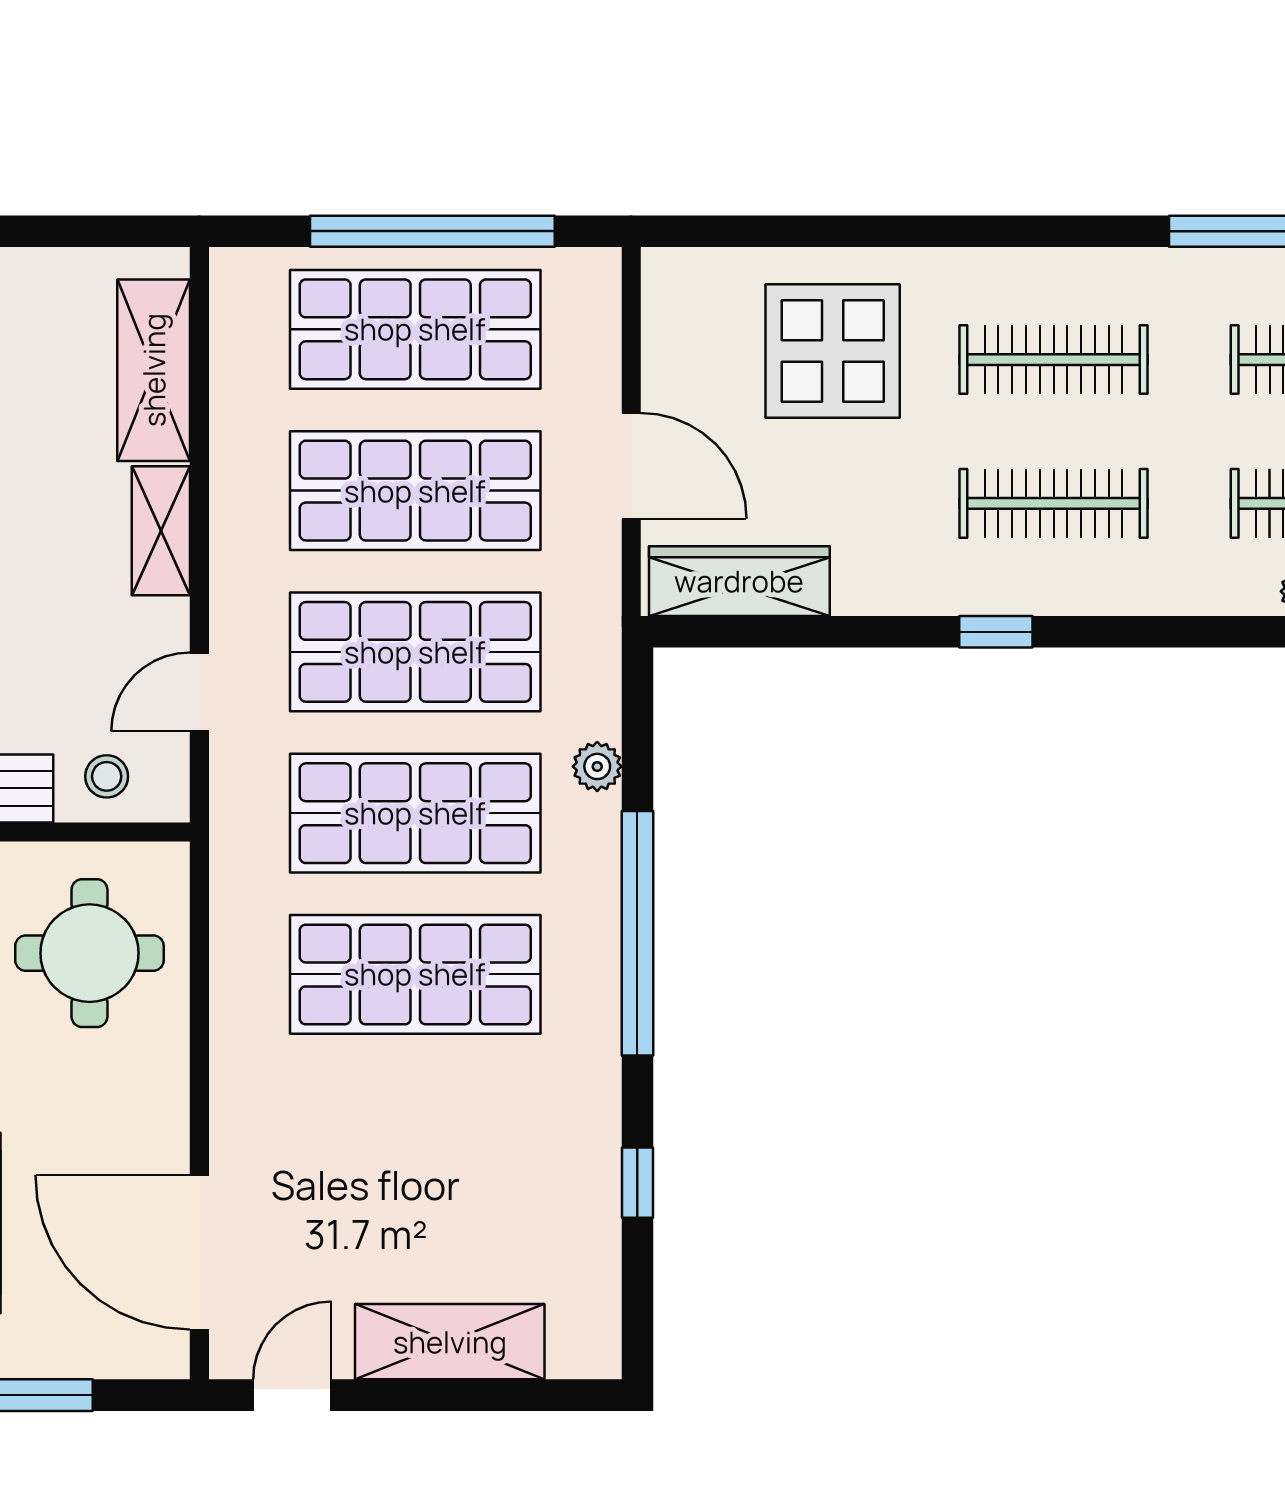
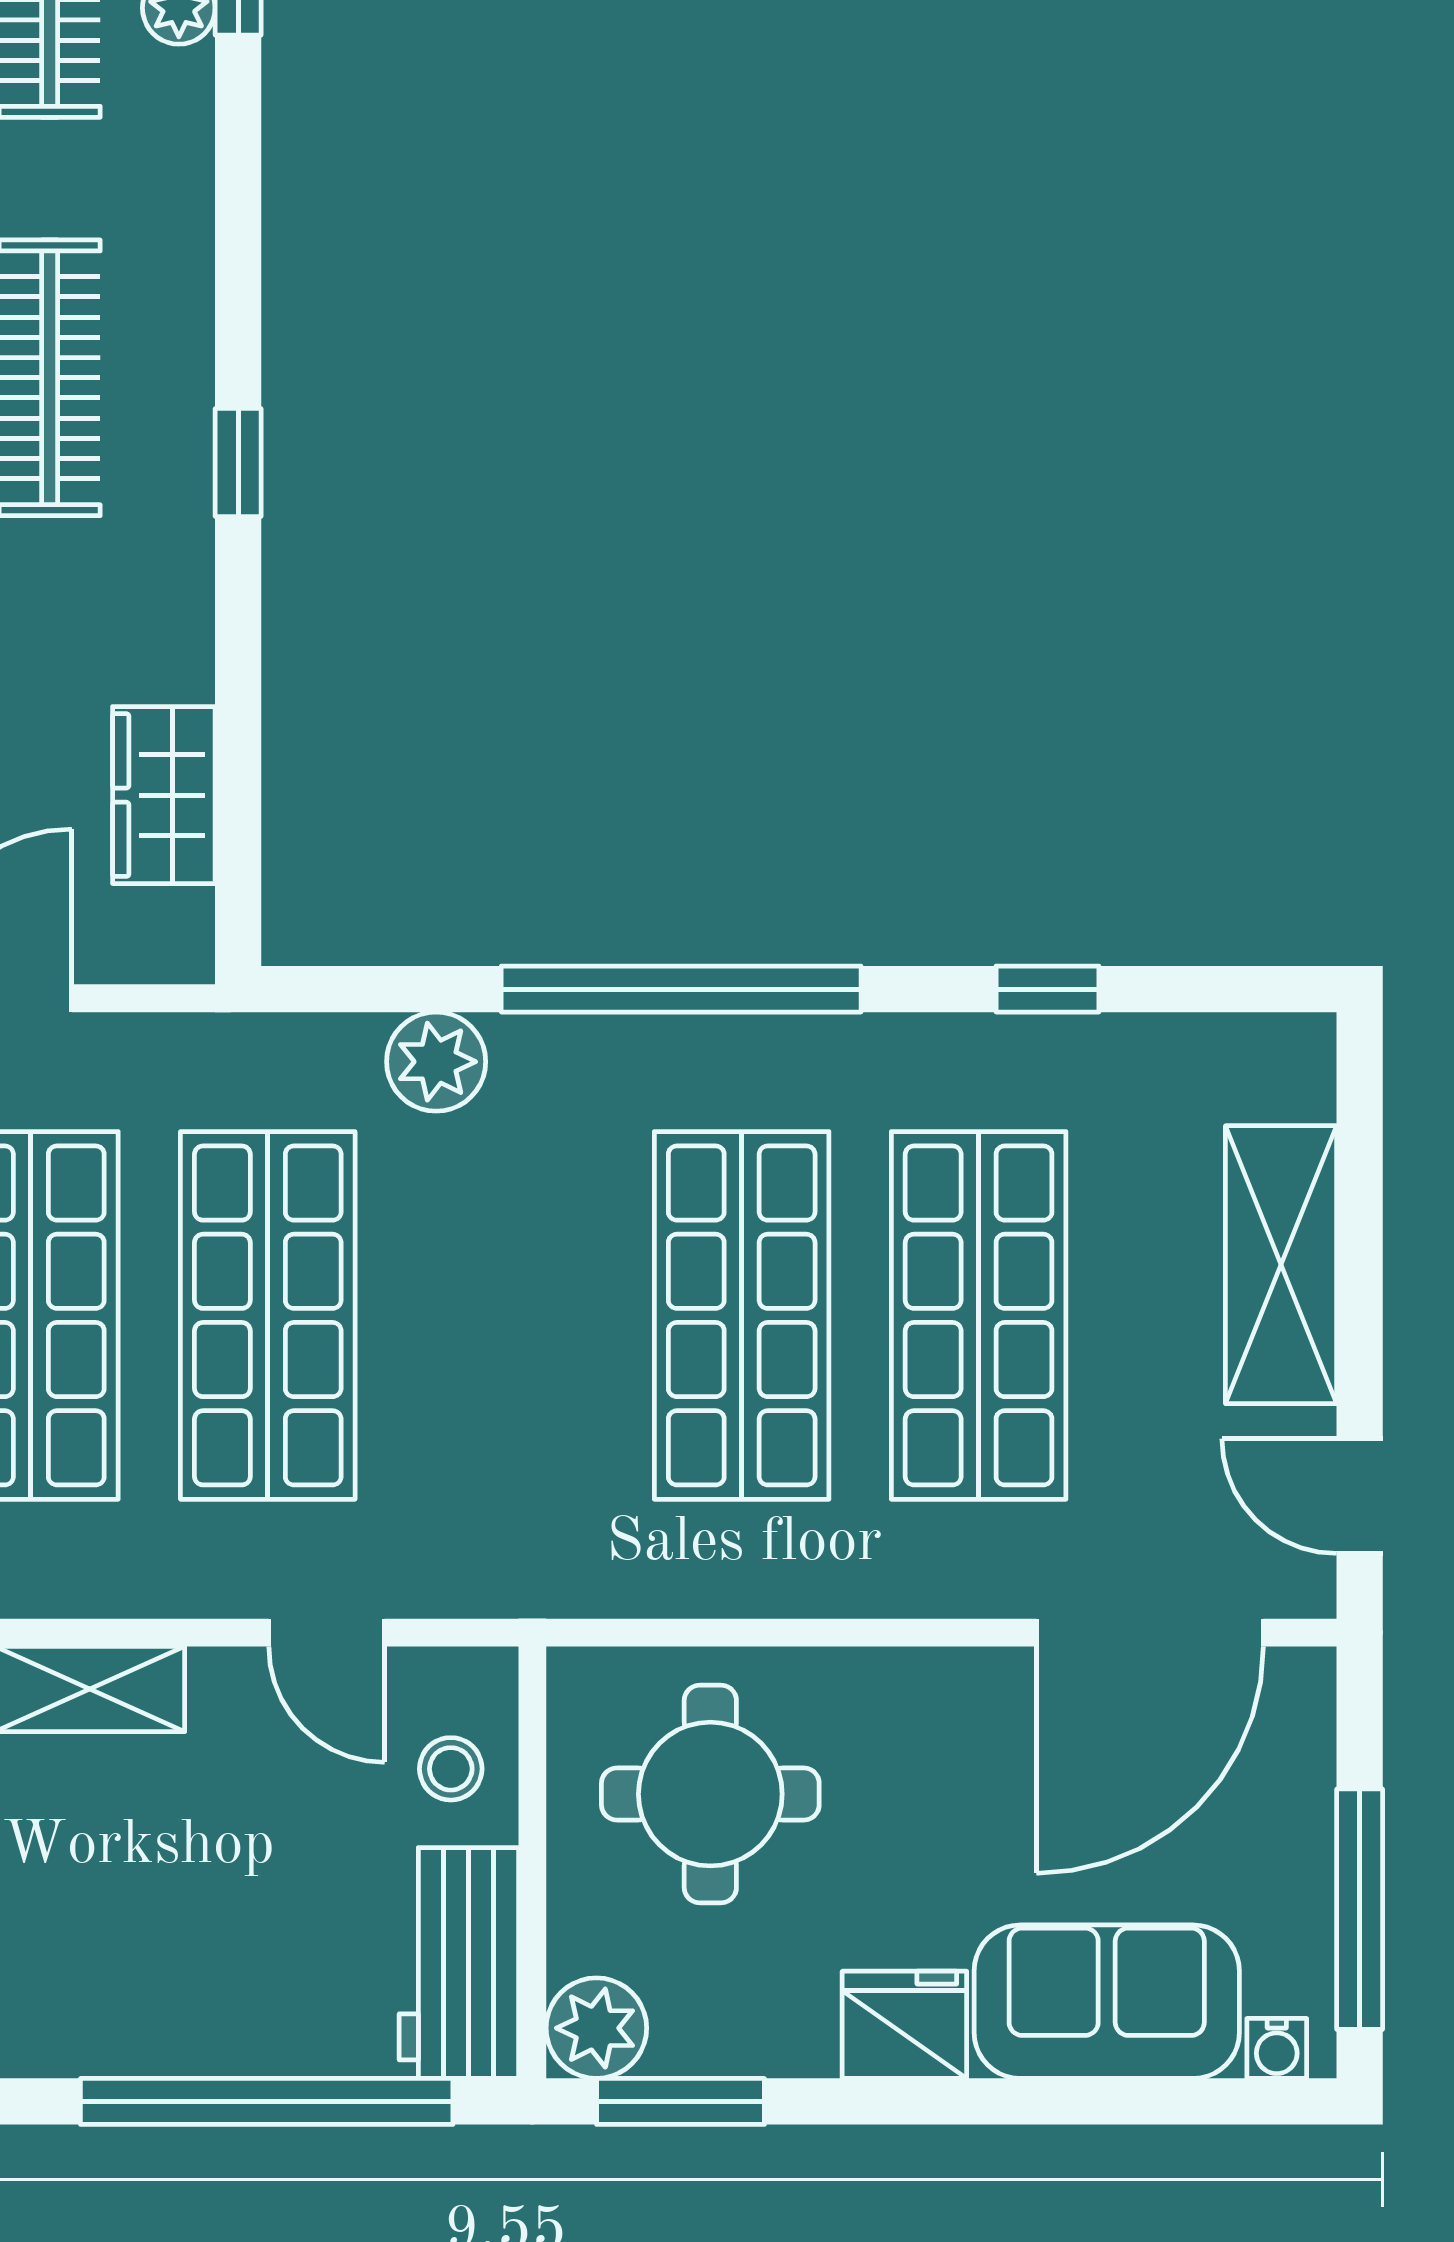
wardrobe: (739, 581) -> (164, 795), width x0.67
plant: (597, 766) -> (436, 1062), width x1.38, depth x1.38
shop shelf: (415, 813) -> (979, 1315), moved

